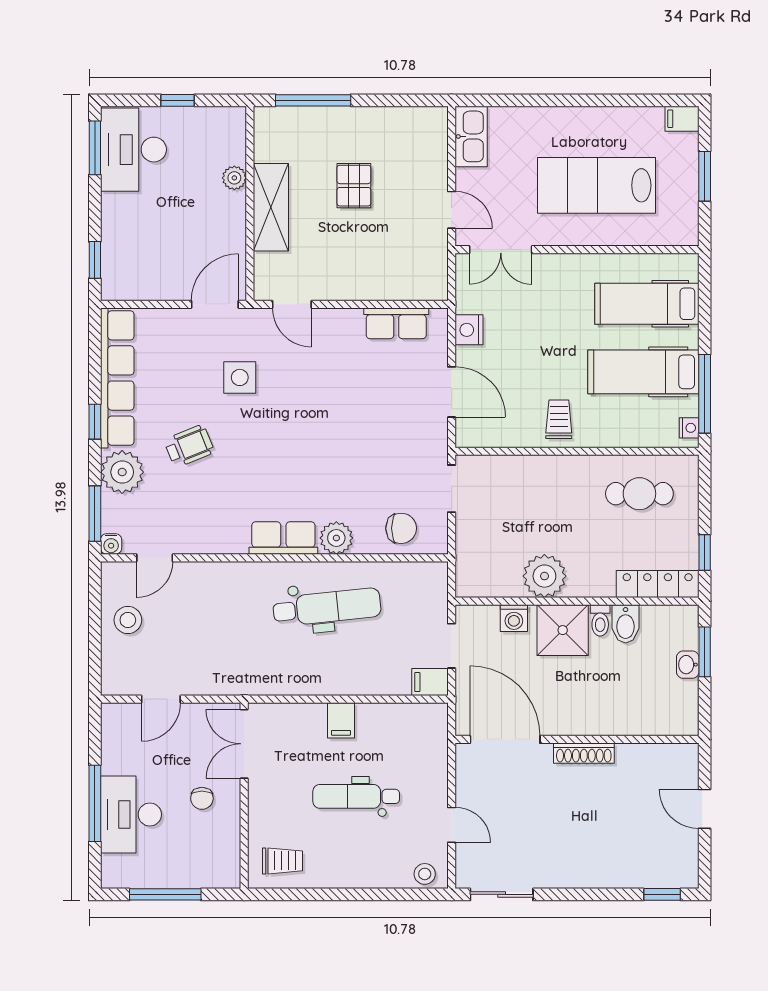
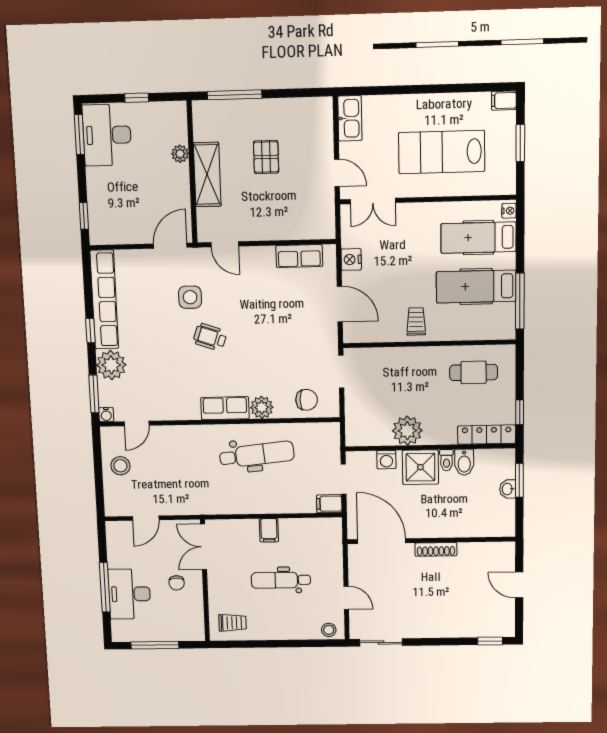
nightstand: (689, 428) -> (509, 211), moved
wheelchair: (189, 446) -> (210, 337), moved, turned -139

